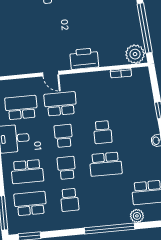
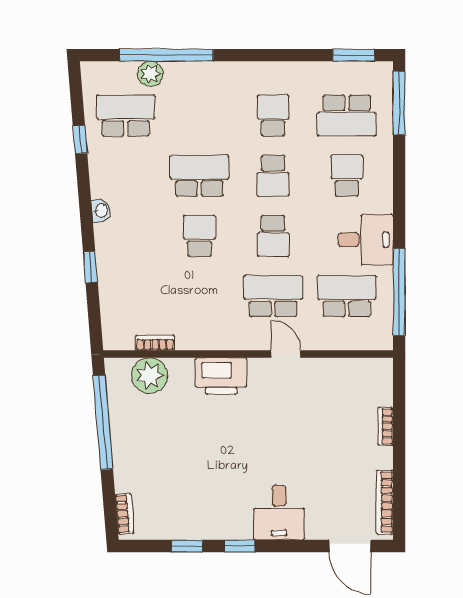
plant: (135, 54) -> (150, 376), moved
school desk: (60, 104) -> (273, 296), turned 180
school desk: (21, 108) -> (347, 296), turned 180
school desk: (27, 172) -> (347, 176), width x0.54
window: (109, 229) -> (166, 55), moved

